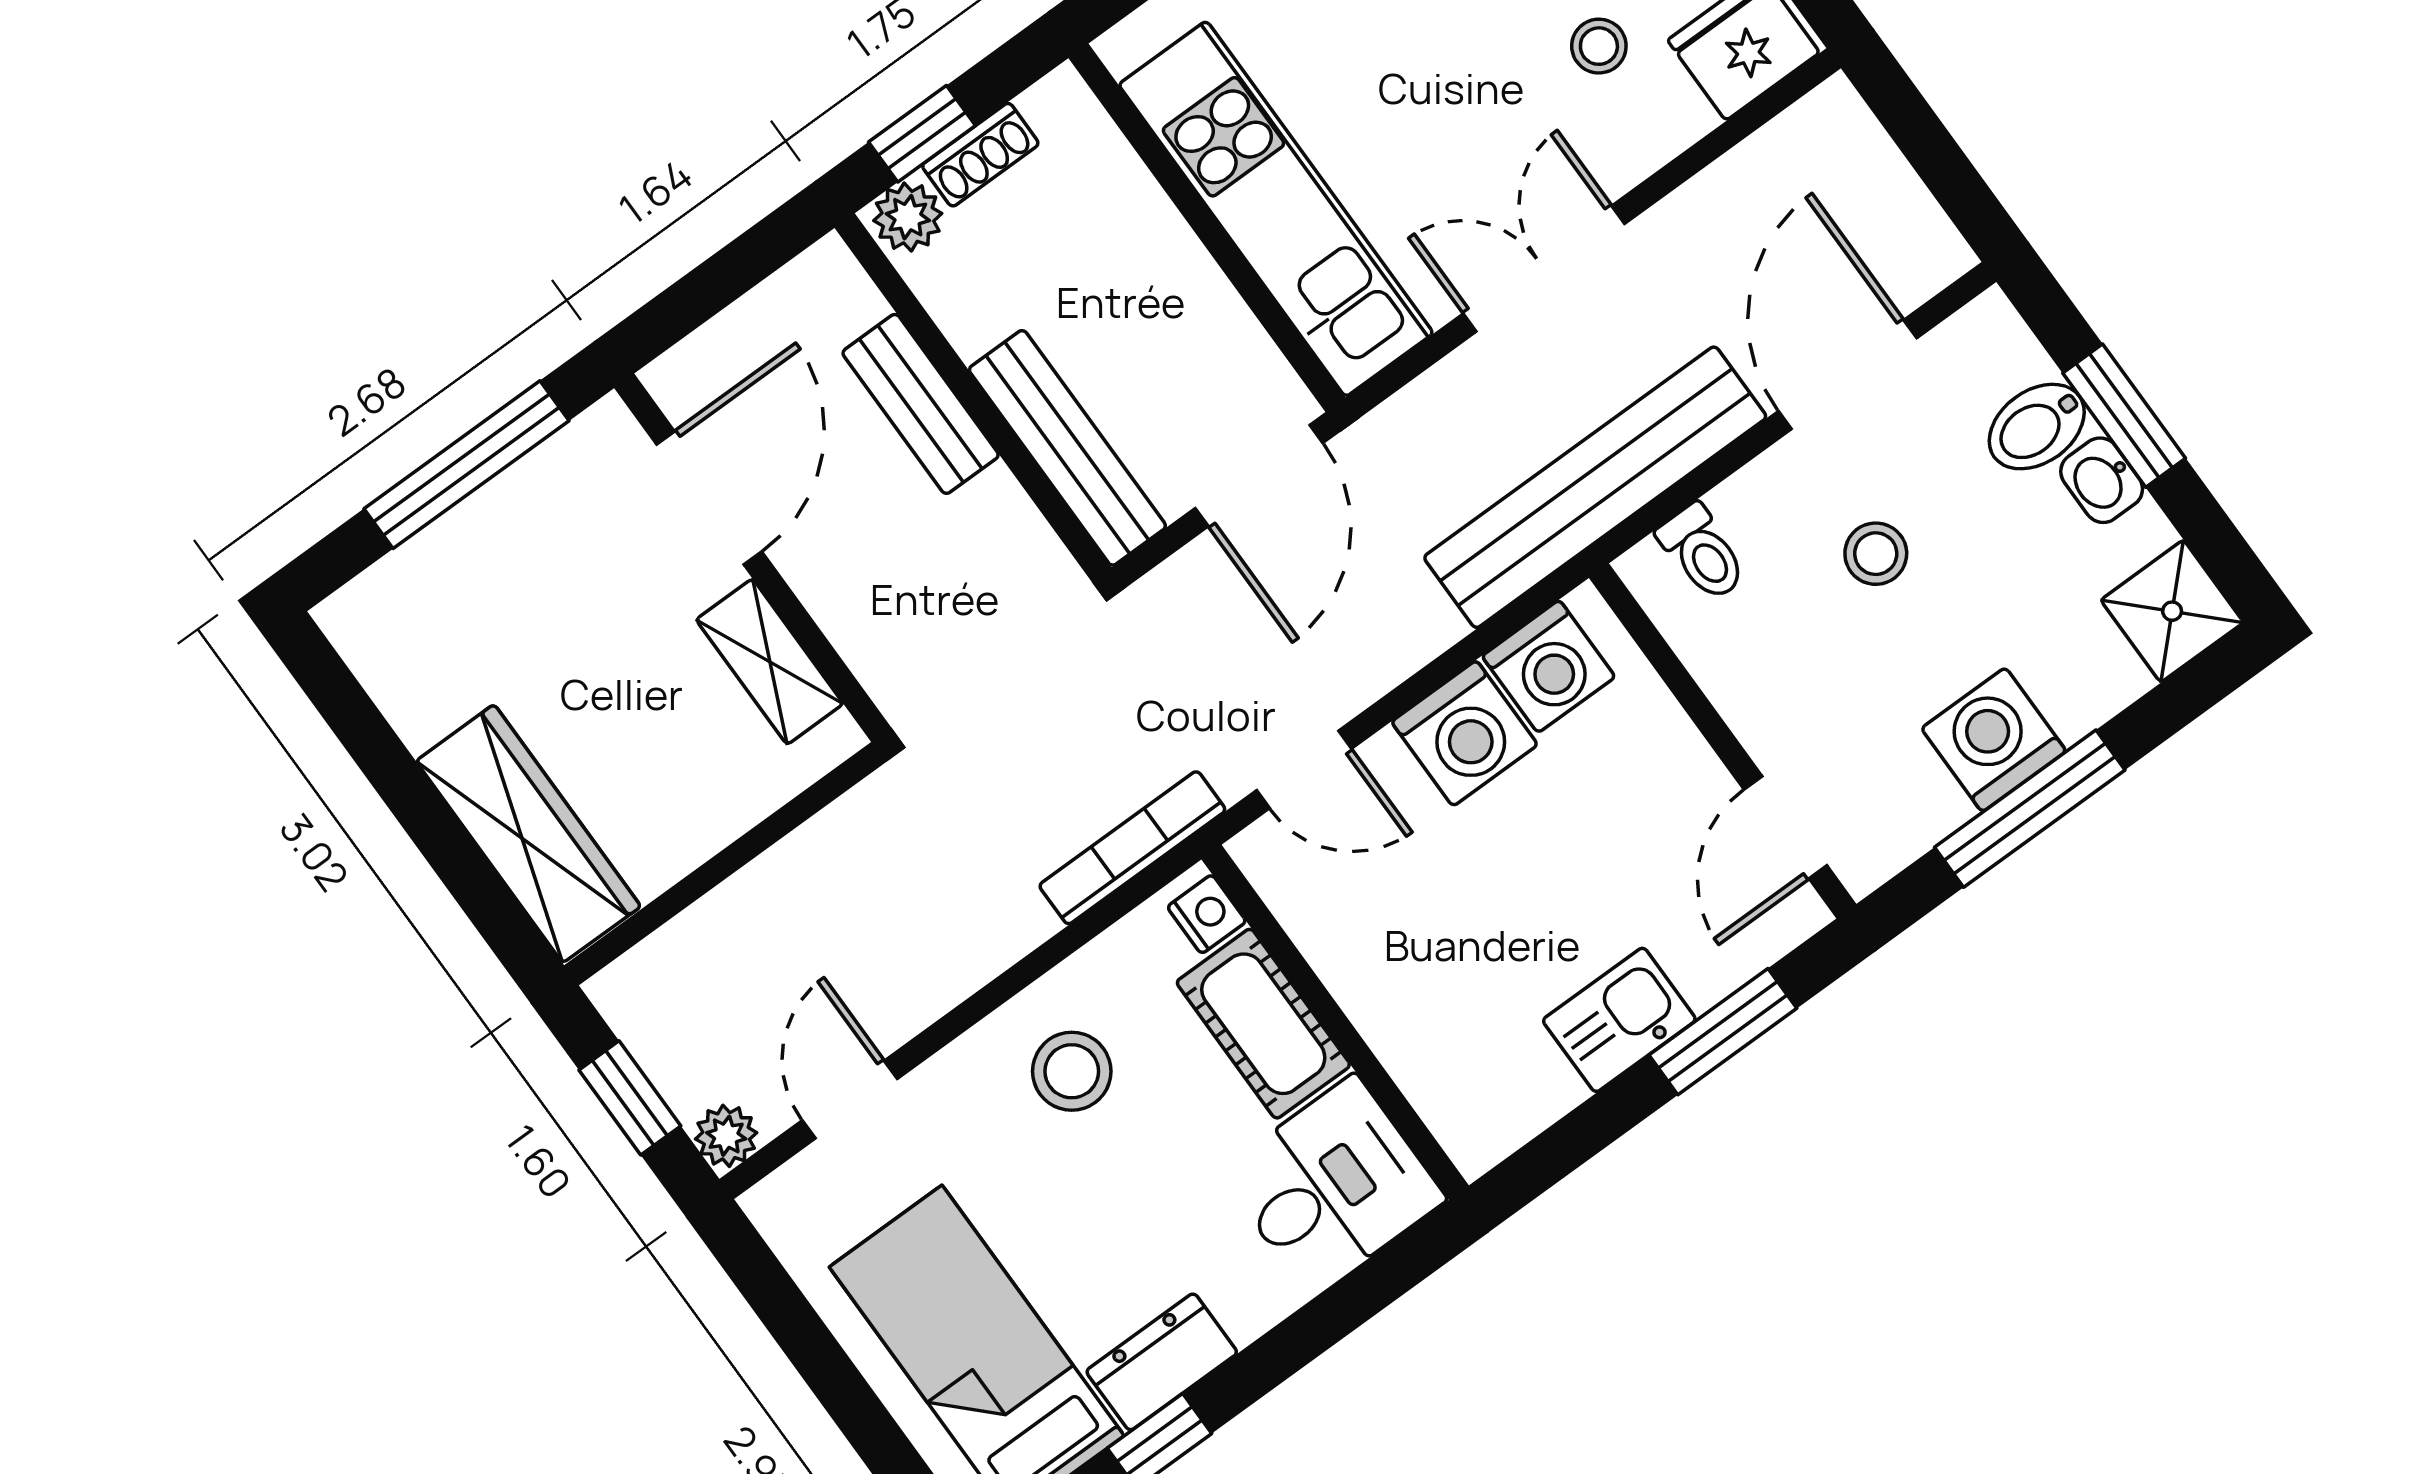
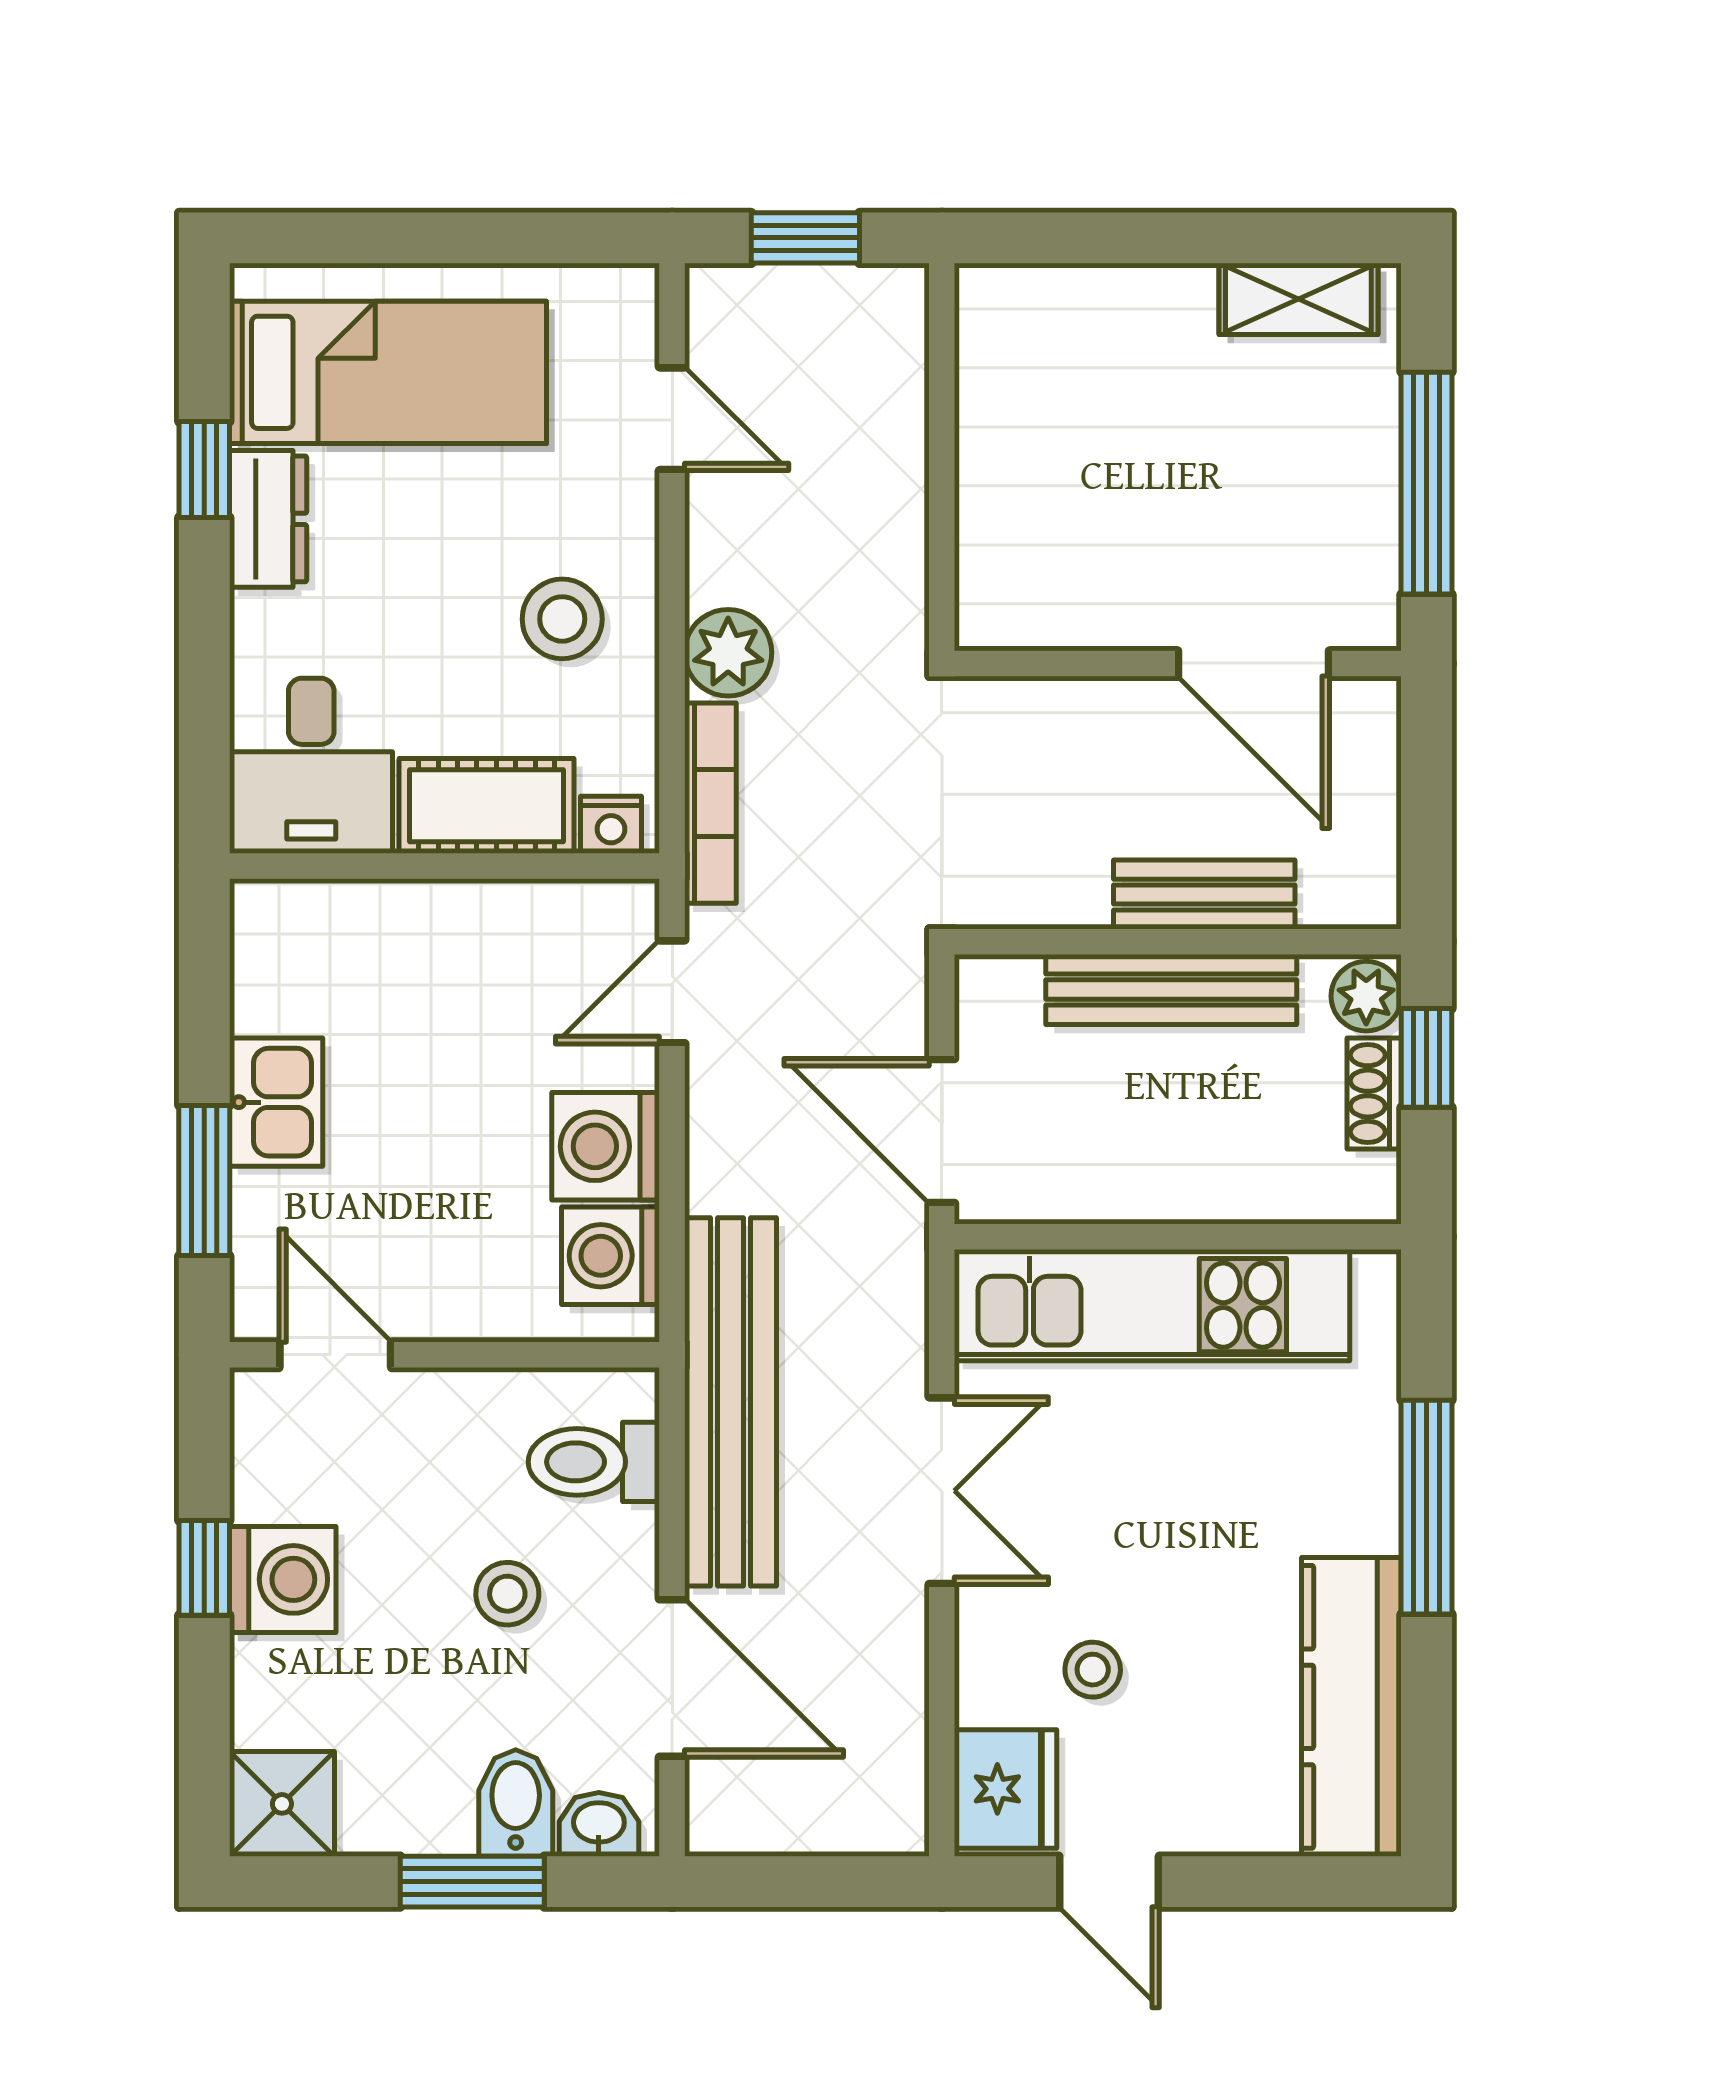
bench: (1067, 448) -> (1171, 989), moved
washbasin: (2102, 480) -> (599, 1824), moved
toilet: (1702, 553) -> (594, 1462), width x1.37, depth x1.39
shelving: (770, 662) -> (1298, 299), moved
window: (2030, 809) -> (204, 1568), width x0.46
wardrobe: (528, 834) -> (1085, 313), removed
plant: (726, 1136) -> (728, 653), moved, width x1.38, depth x1.38

